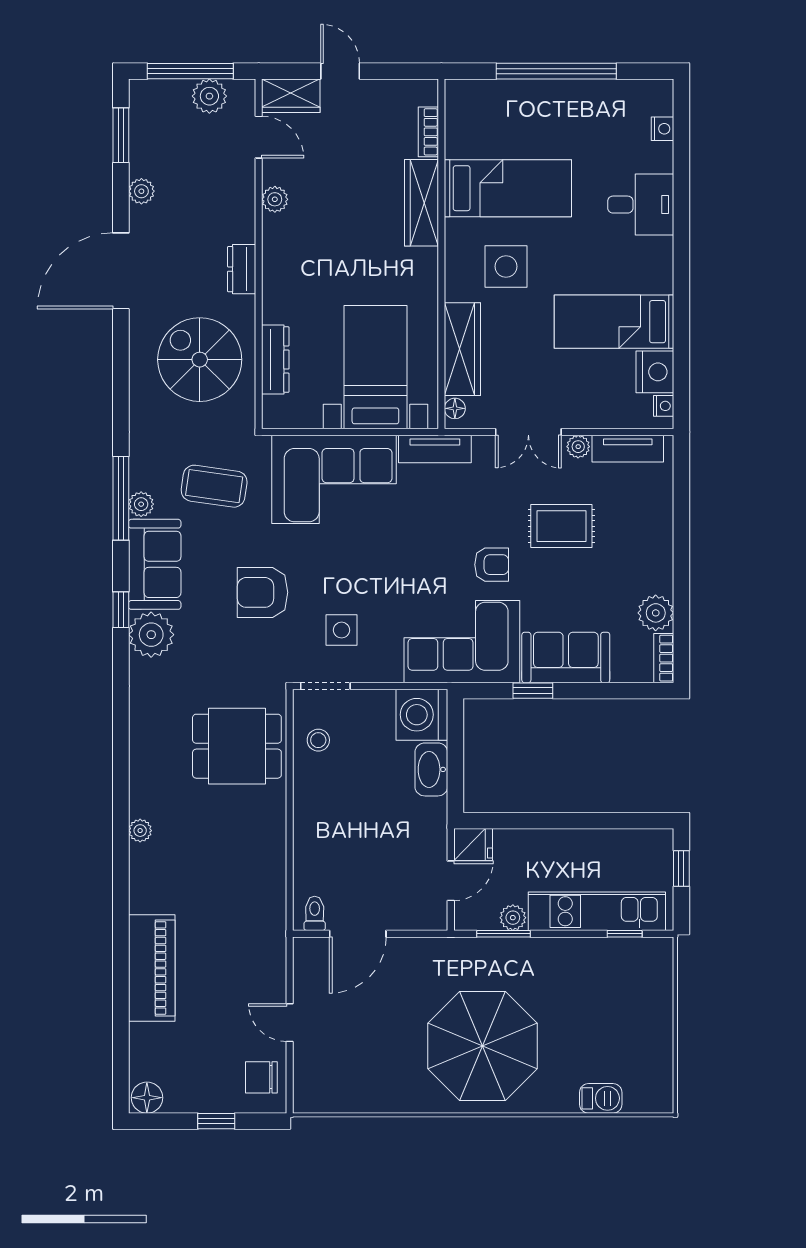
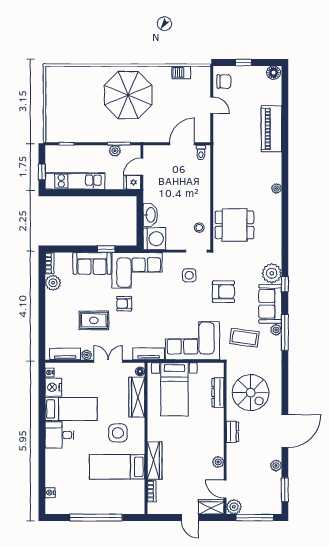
plant: (209, 96) -> (234, 507), moved
desk: (641, 205) -> (59, 435), moved
kitchen unit: (597, 911) -> (75, 181), moved, turned 180
barbecue: (601, 1098) -> (181, 72), moved

